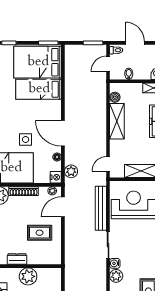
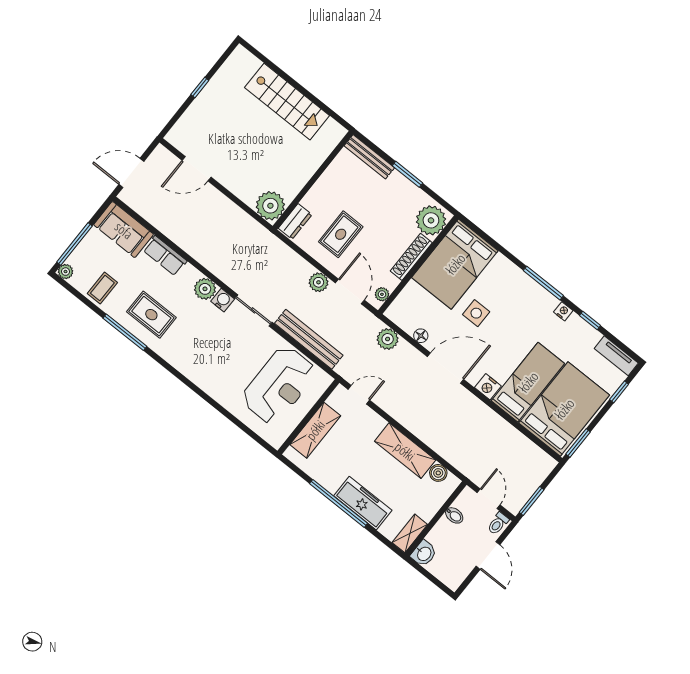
door: (135, 43) -> (488, 555), hinge flipped
door: (108, 164) -> (359, 395), hinge flipped
nightstand: (56, 177) -> (488, 387), moved
plant: (70, 225) -> (319, 282), added
dresser: (17, 259) -> (295, 221), moved
plant: (28, 276) -> (270, 206), moved

